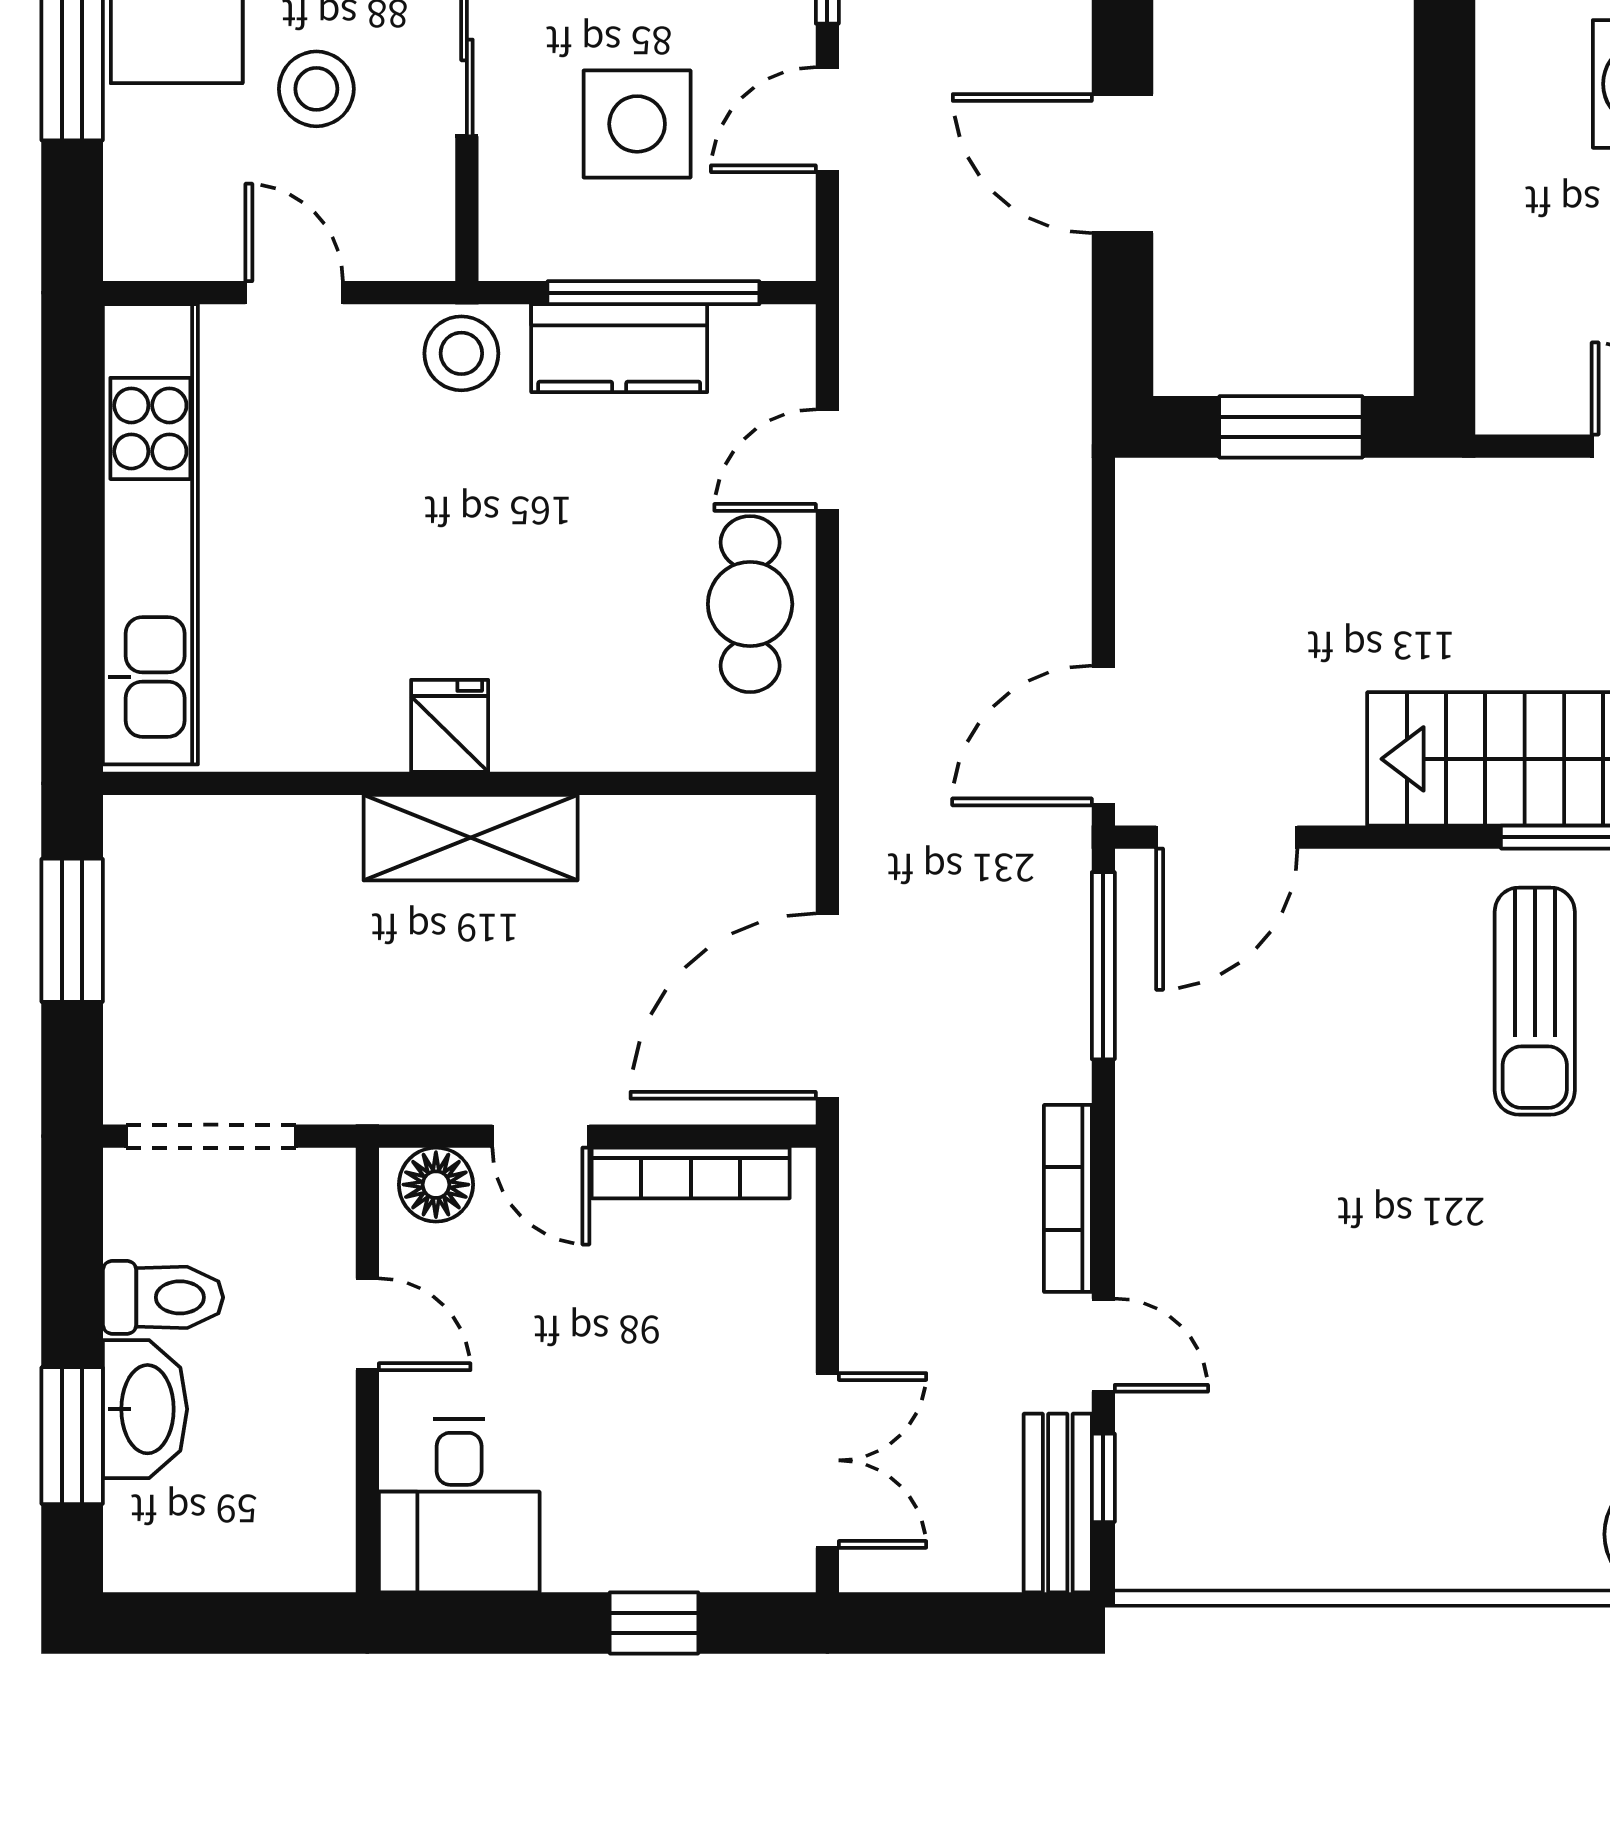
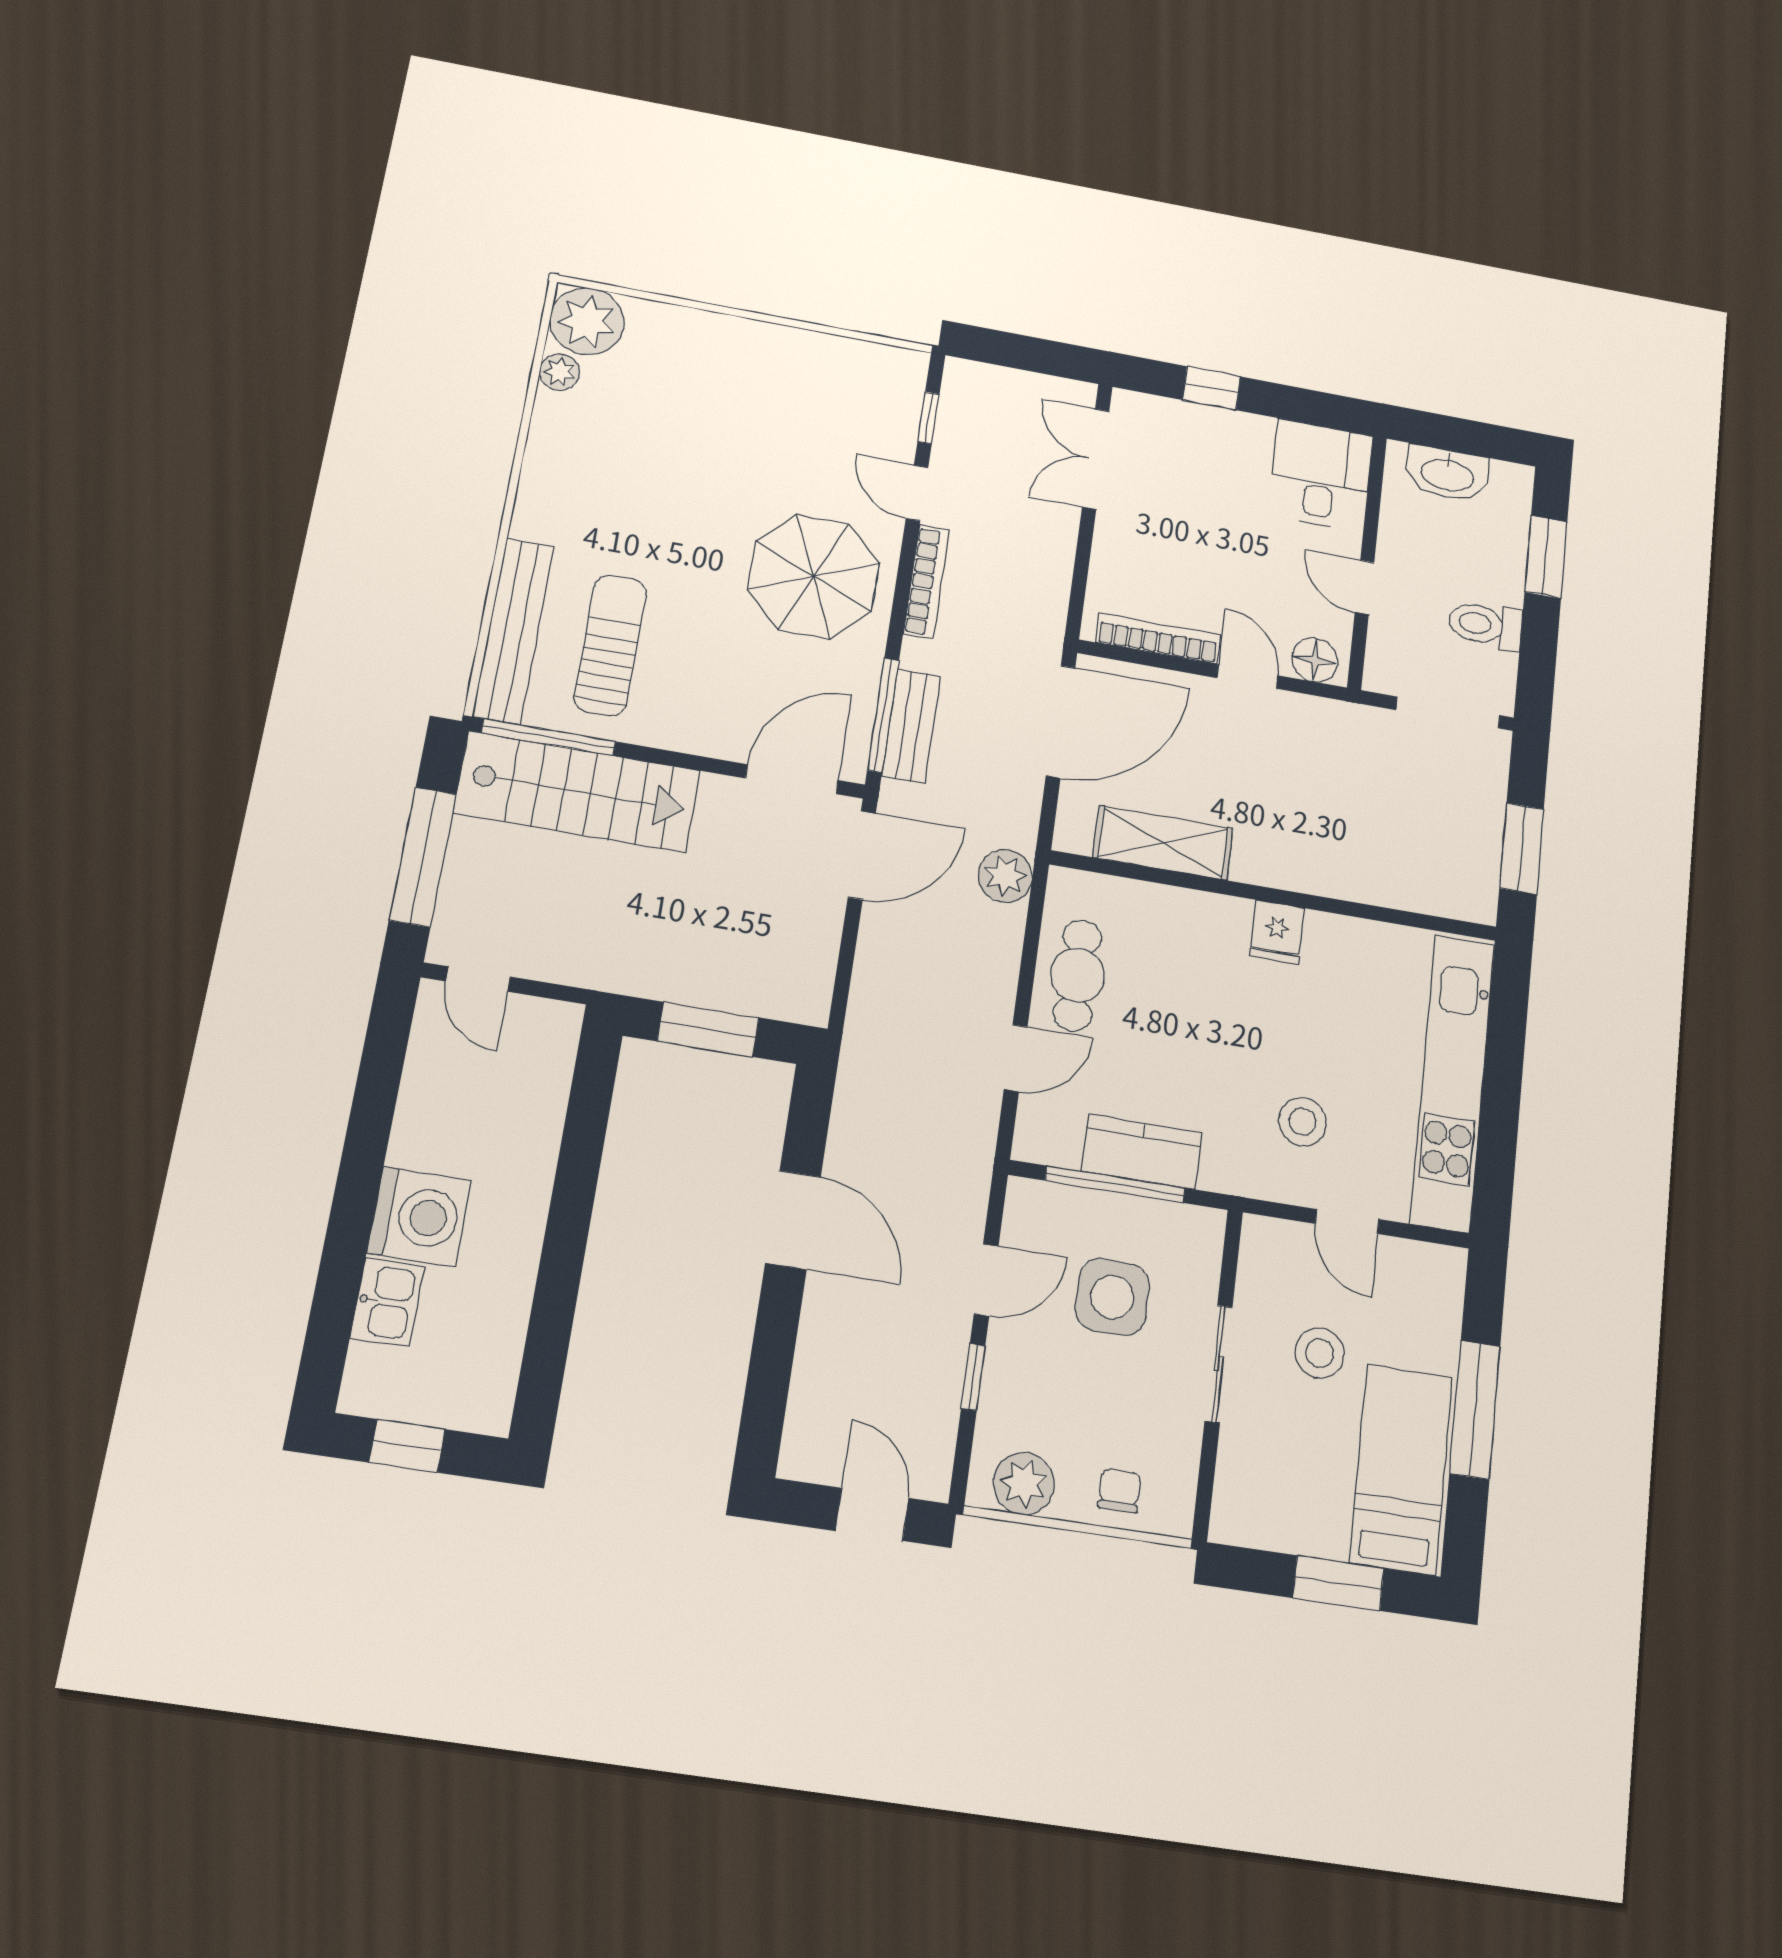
stool: (461, 353) -> (1303, 1122), moved
plant: (881, 741) -> (1005, 876), added
shelving: (471, 838) -> (1163, 843), moved
parasol: (1244, 1173) -> (813, 576), added
washbasin: (145, 1409) -> (1447, 474), moved, turned -90
bench: (1058, 1503) -> (911, 726), moved

